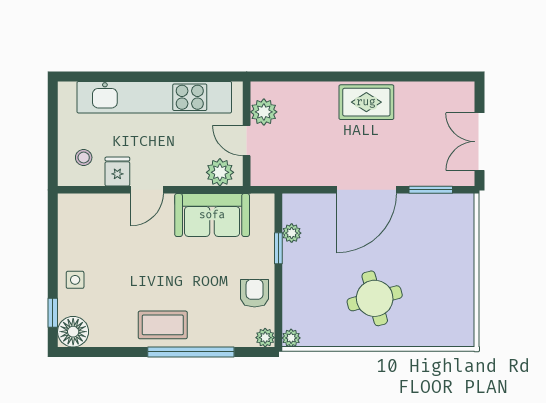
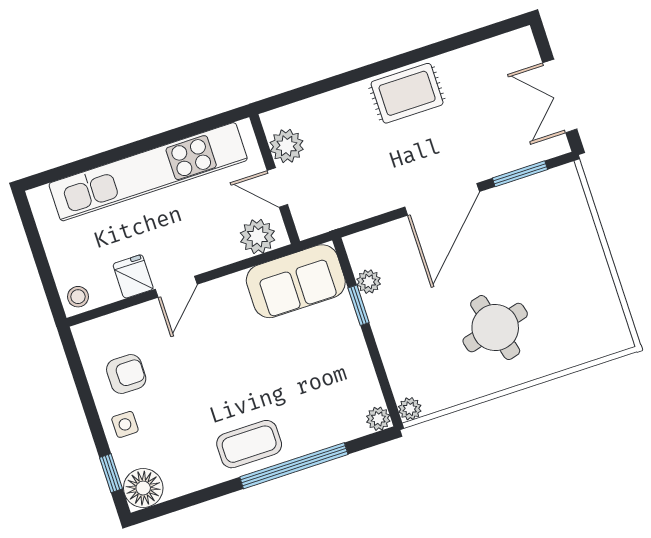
stool: (84, 157) -> (78, 297), moved
sofa: (212, 215) -> (296, 281), moved
armchair: (255, 293) -> (126, 374), moved, turned 90

